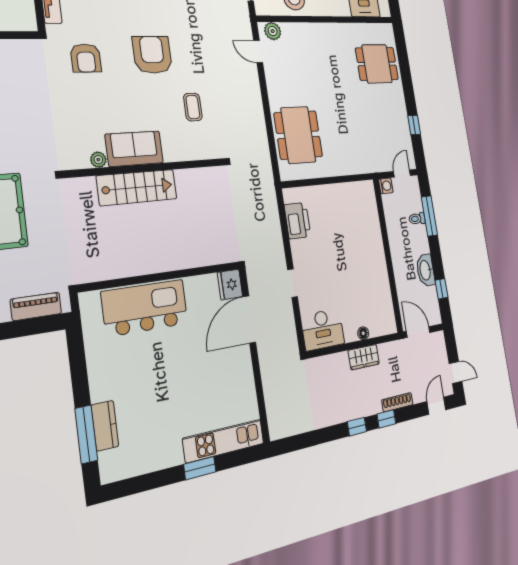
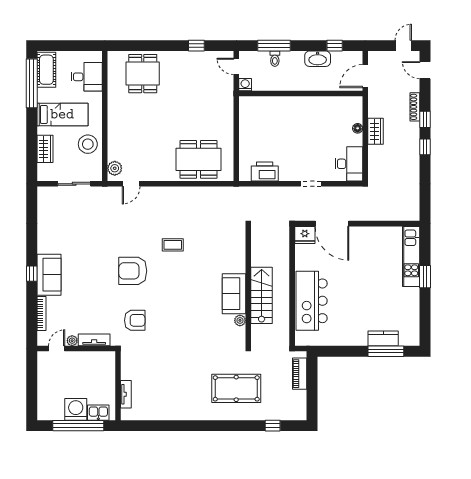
sofa: (134, 149) -> (234, 294), moved
plant: (98, 160) -> (240, 320), moved
wall: (147, 168) -> (248, 286), moved
stairs: (137, 187) -> (262, 295), moved

